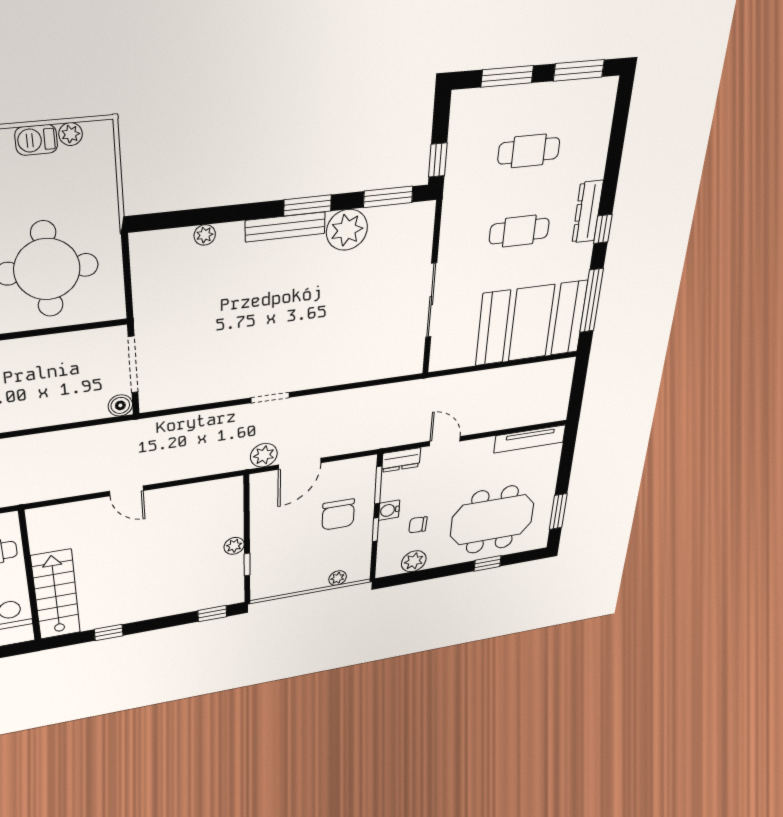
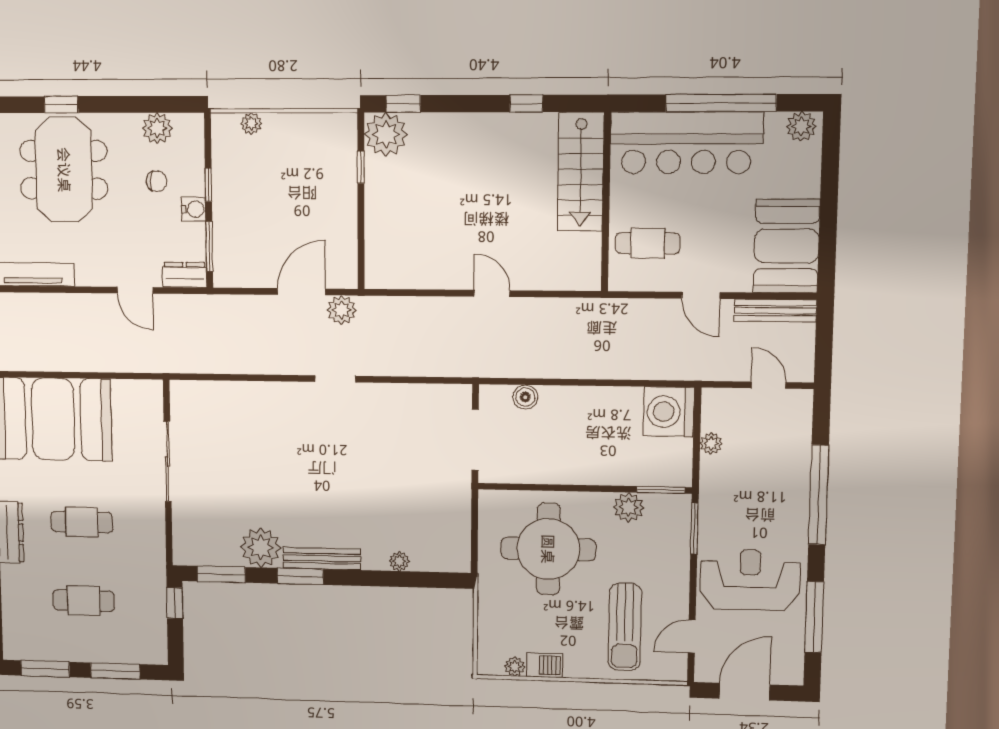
boiler: (120, 405) -> (525, 397), moved
chair: (338, 515) -> (255, 215), removed
meeting table: (492, 520) -> (64, 170), turned 90
plant: (234, 546) -> (386, 134), moved, width x1.88, depth x1.88

